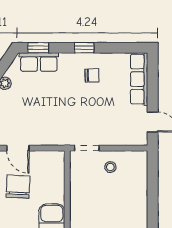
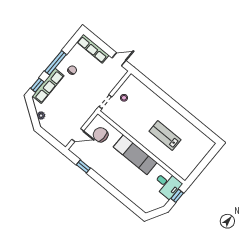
window: (84, 48) -> (56, 63), width x2.17
row of seats: (39, 62) -> (48, 86), width x1.48
chair: (18, 187) -> (101, 135), moved

